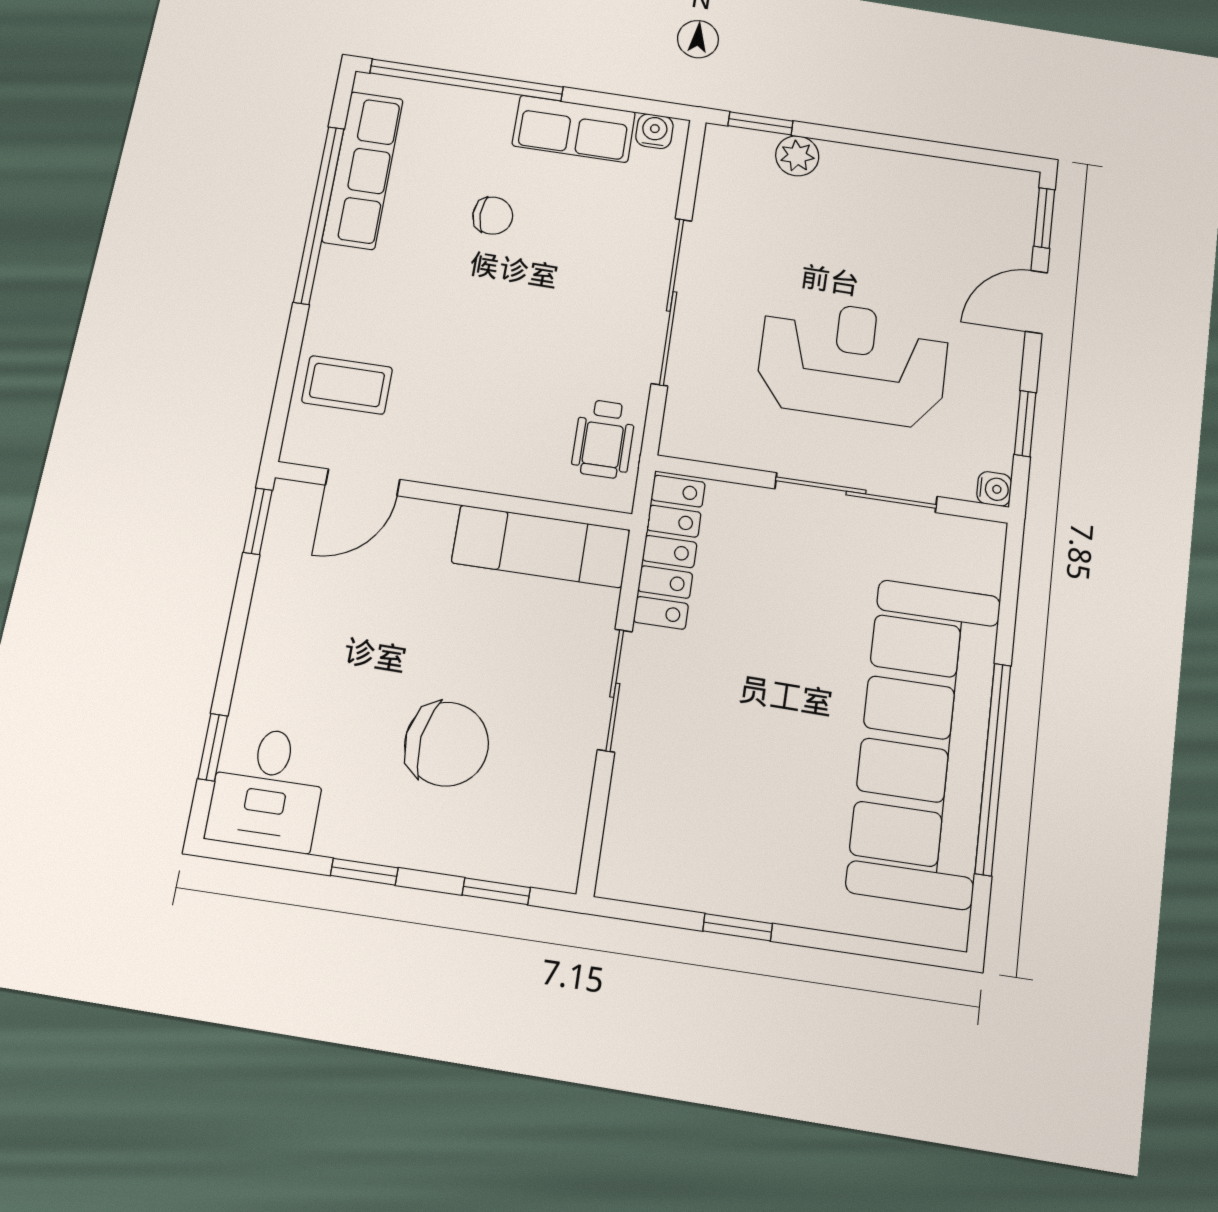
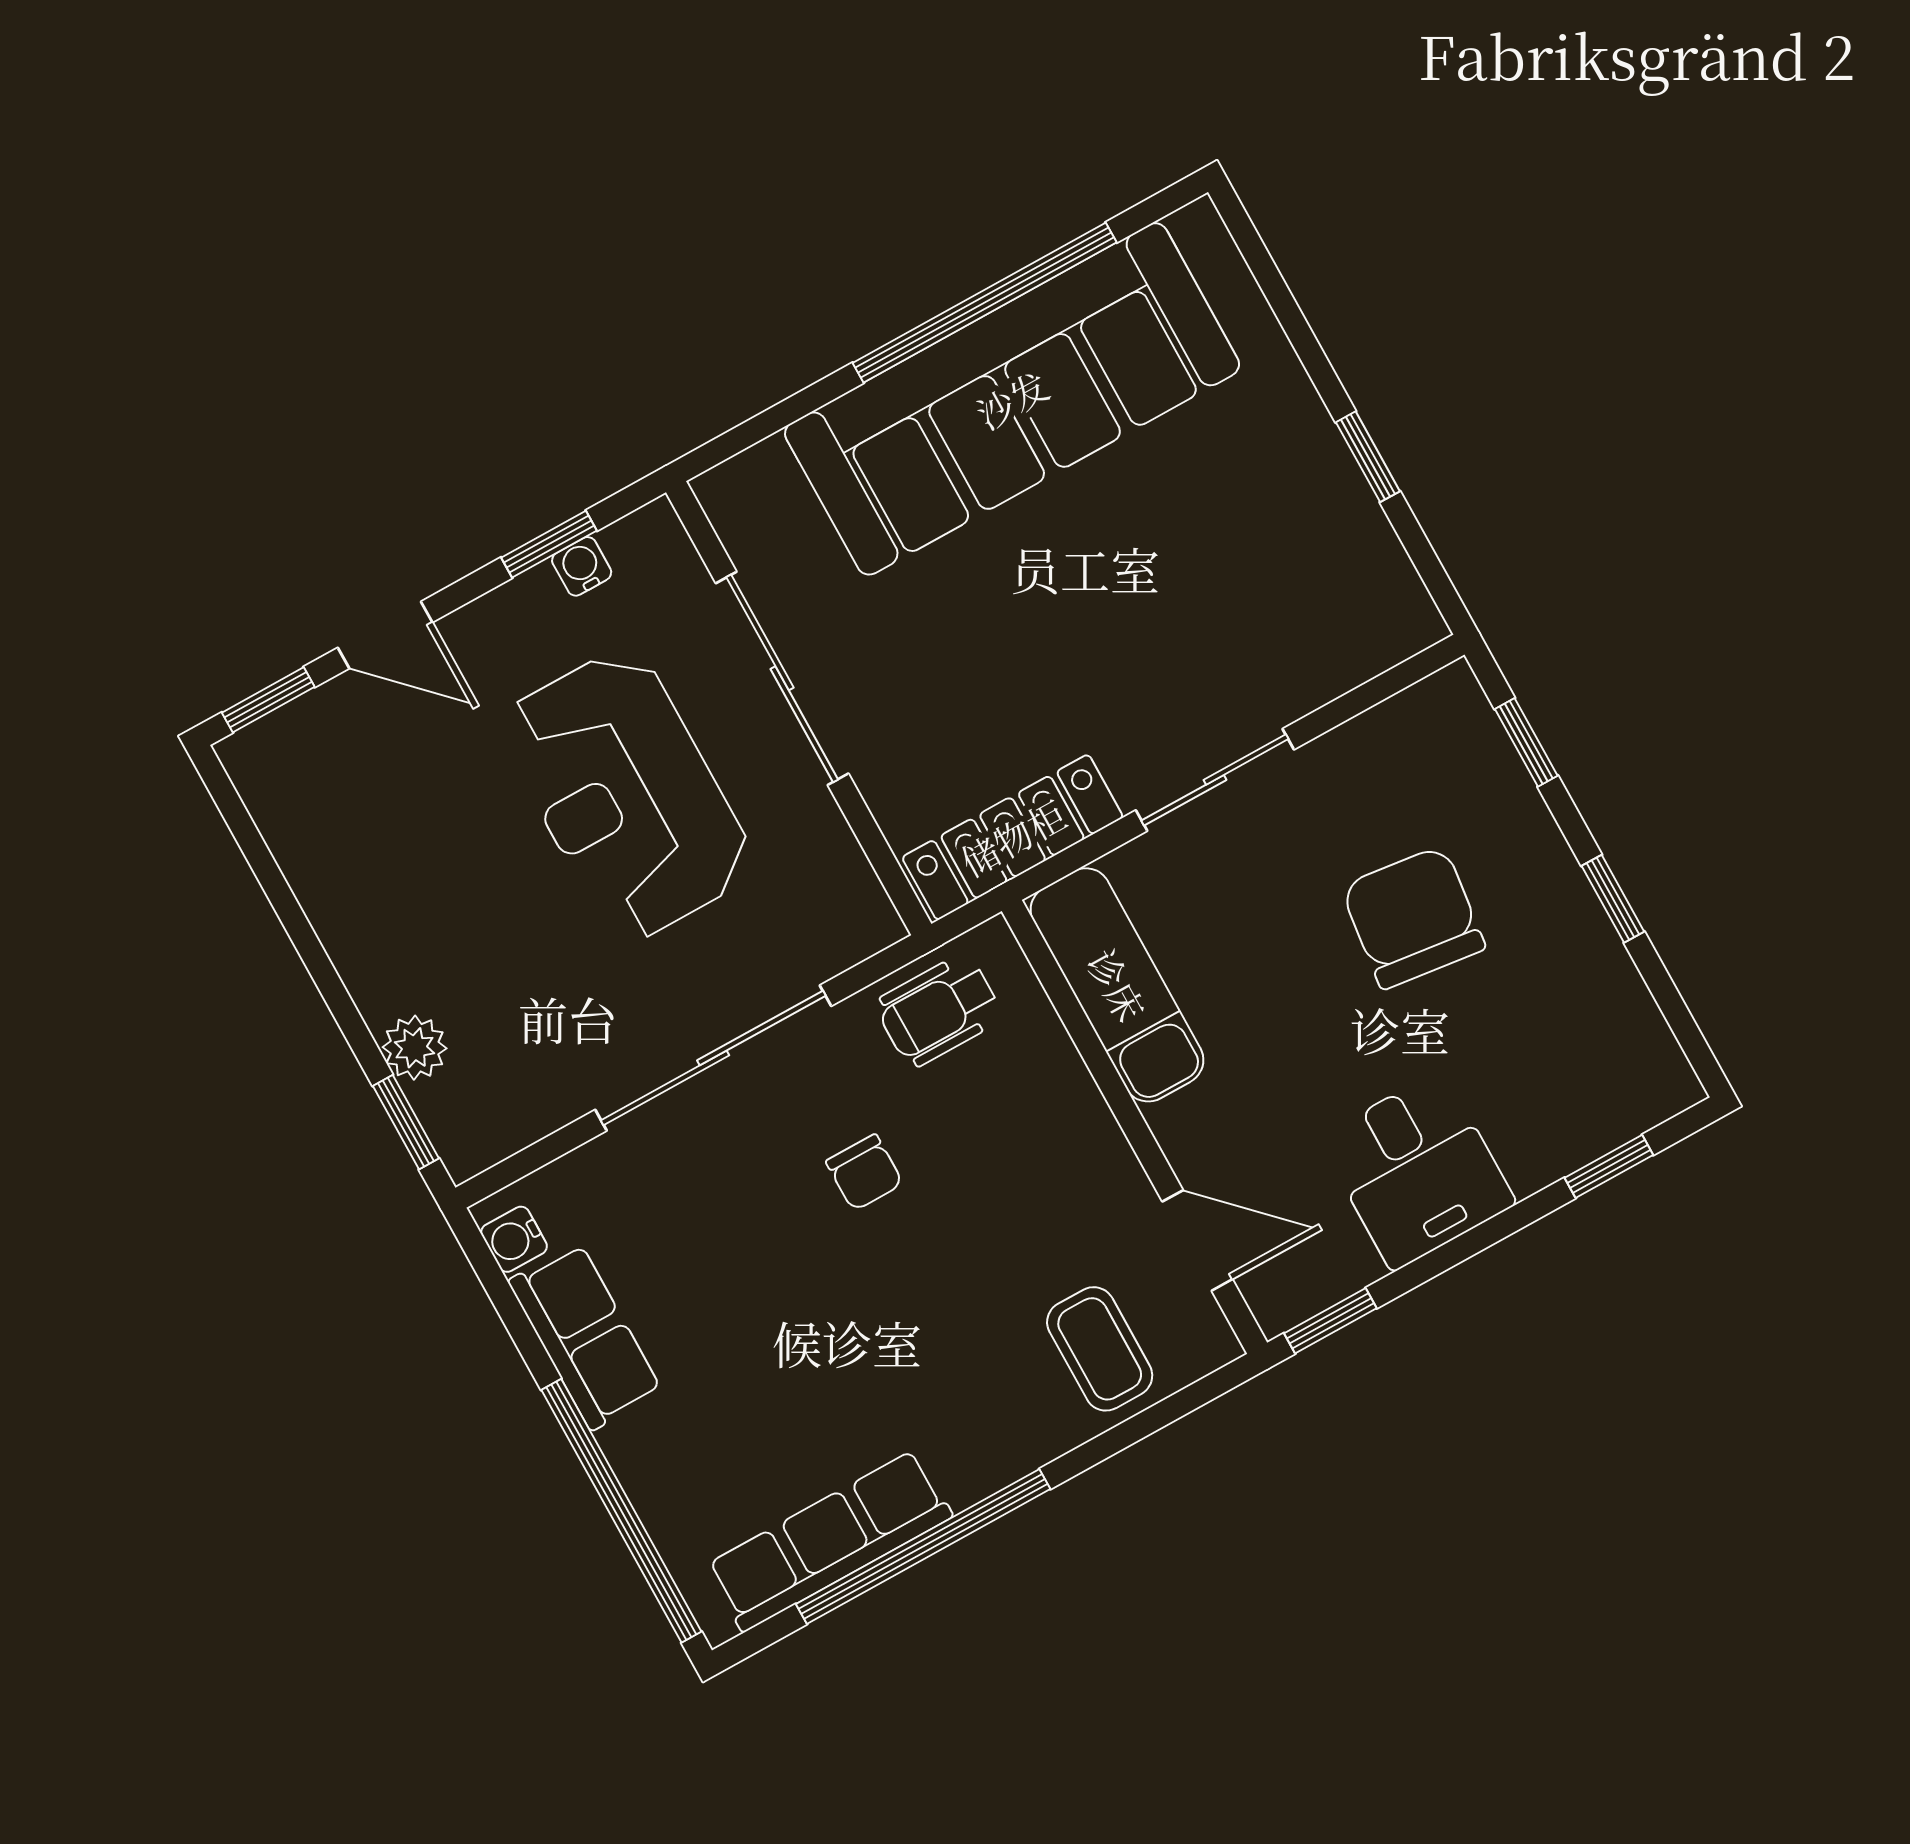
chair: (493, 216) -> (864, 1172), moved, turned 180
wheelchair: (604, 439) -> (939, 1010), turned 180
water cooler: (994, 489) -> (582, 566), moved
desk: (267, 789) -> (1417, 1171), moved, turned 90

